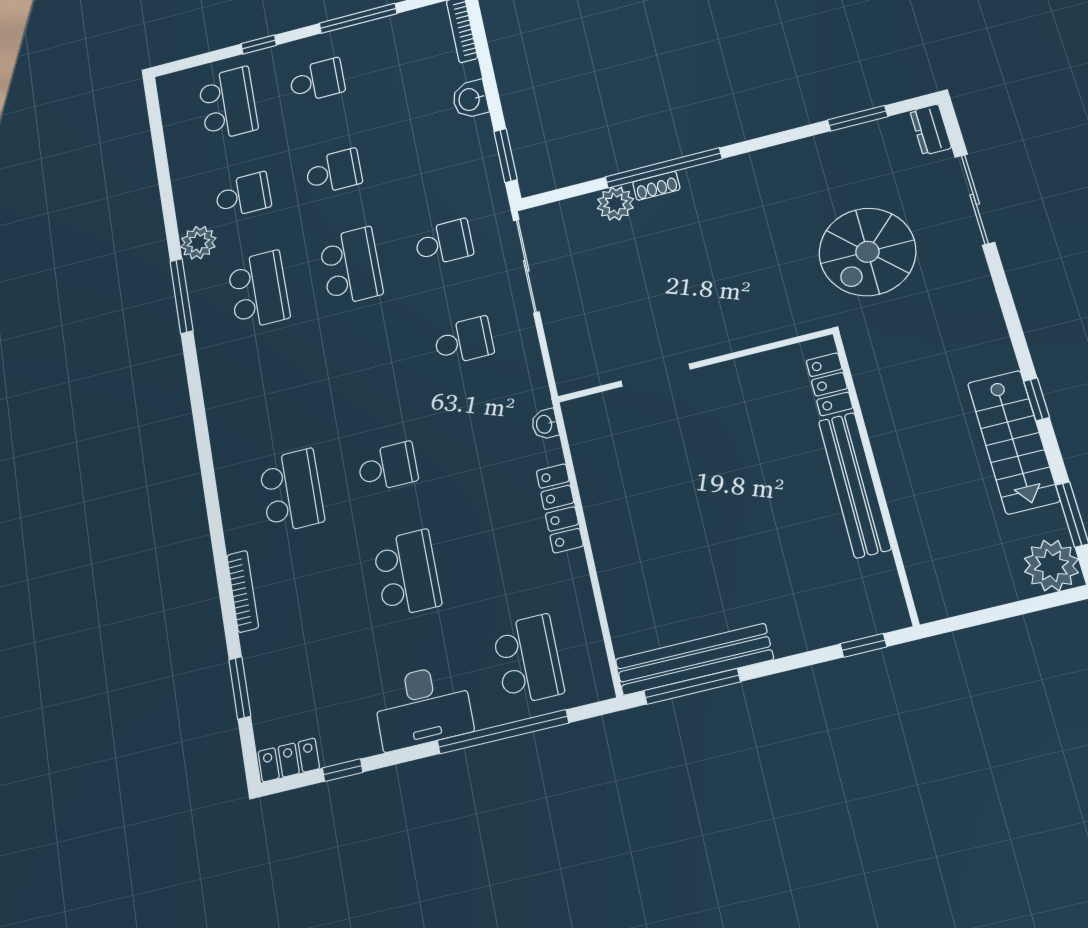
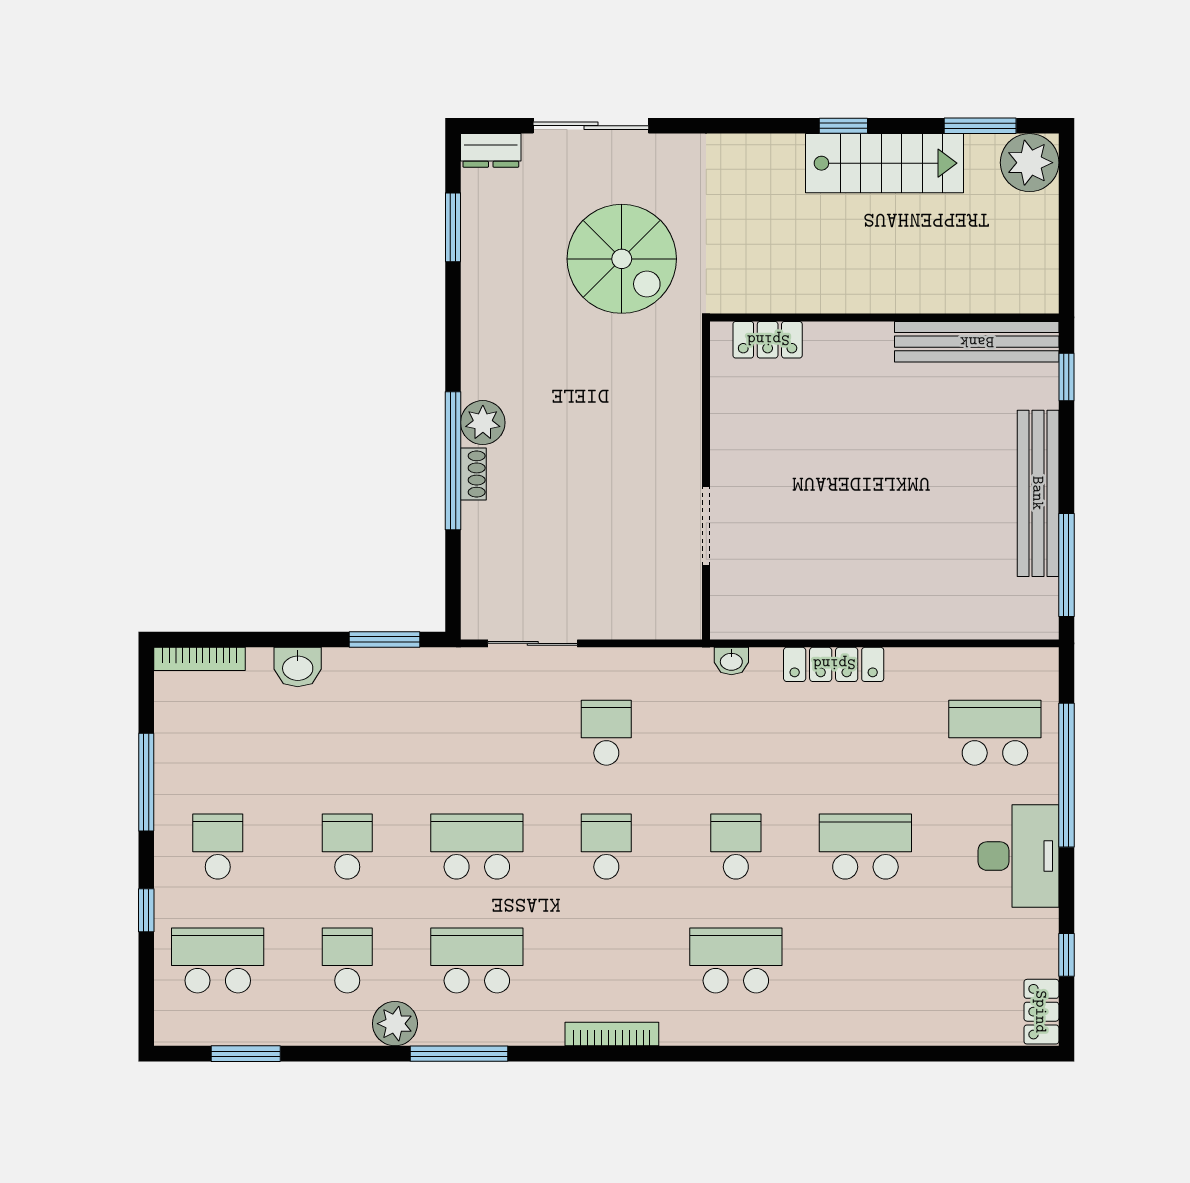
plant: (615, 204) -> (483, 423), moved
school desk: (444, 243) -> (606, 847), moved
sliding door: (526, 266) -> (533, 643), width x0.73
bench: (855, 485) -> (977, 342), moved
bookcase: (243, 591) -> (612, 1034), moved
bench: (694, 659) -> (1038, 493), moved
window: (240, 688) -> (246, 1054), moved

